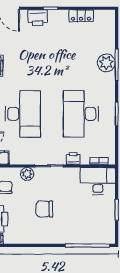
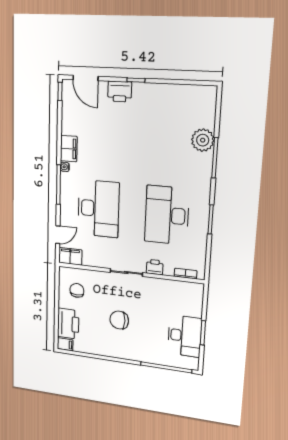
locker: (81, 16) -> (173, 92), removed
plant: (106, 63) -> (203, 140), moved
plant: (27, 174) -> (101, 278), removed
desk: (98, 181) -> (185, 336), moved, turned 90

